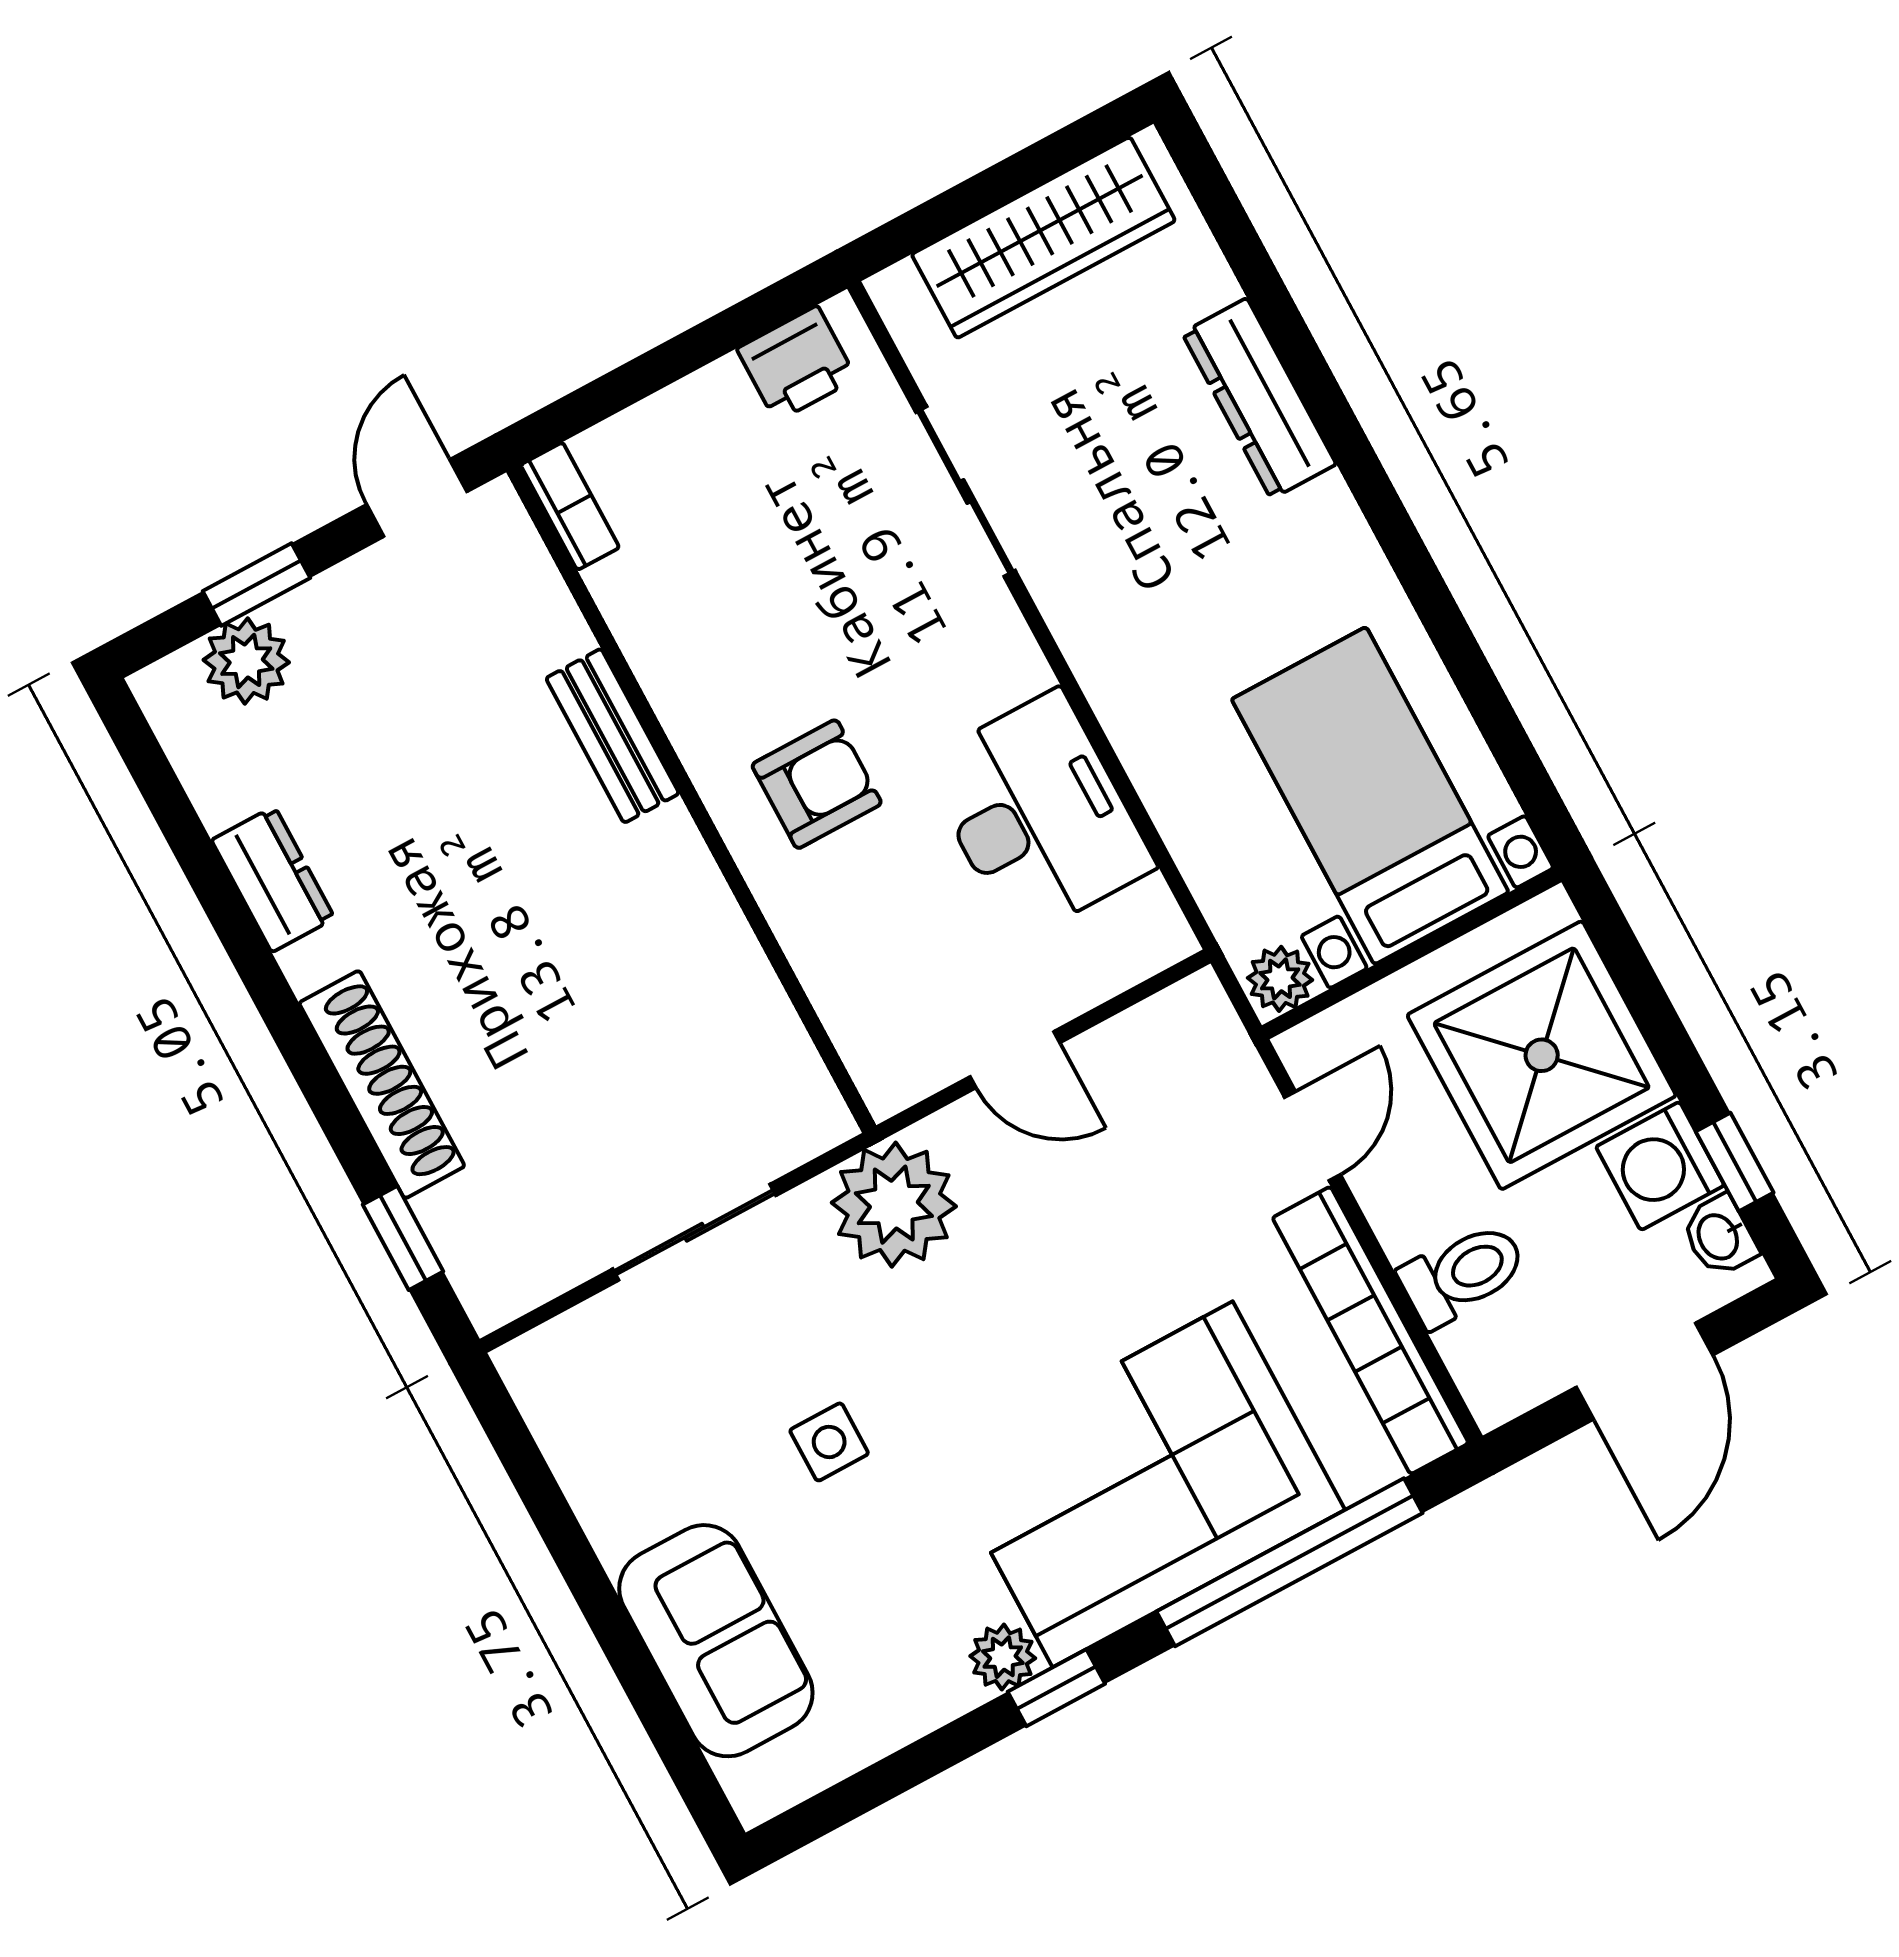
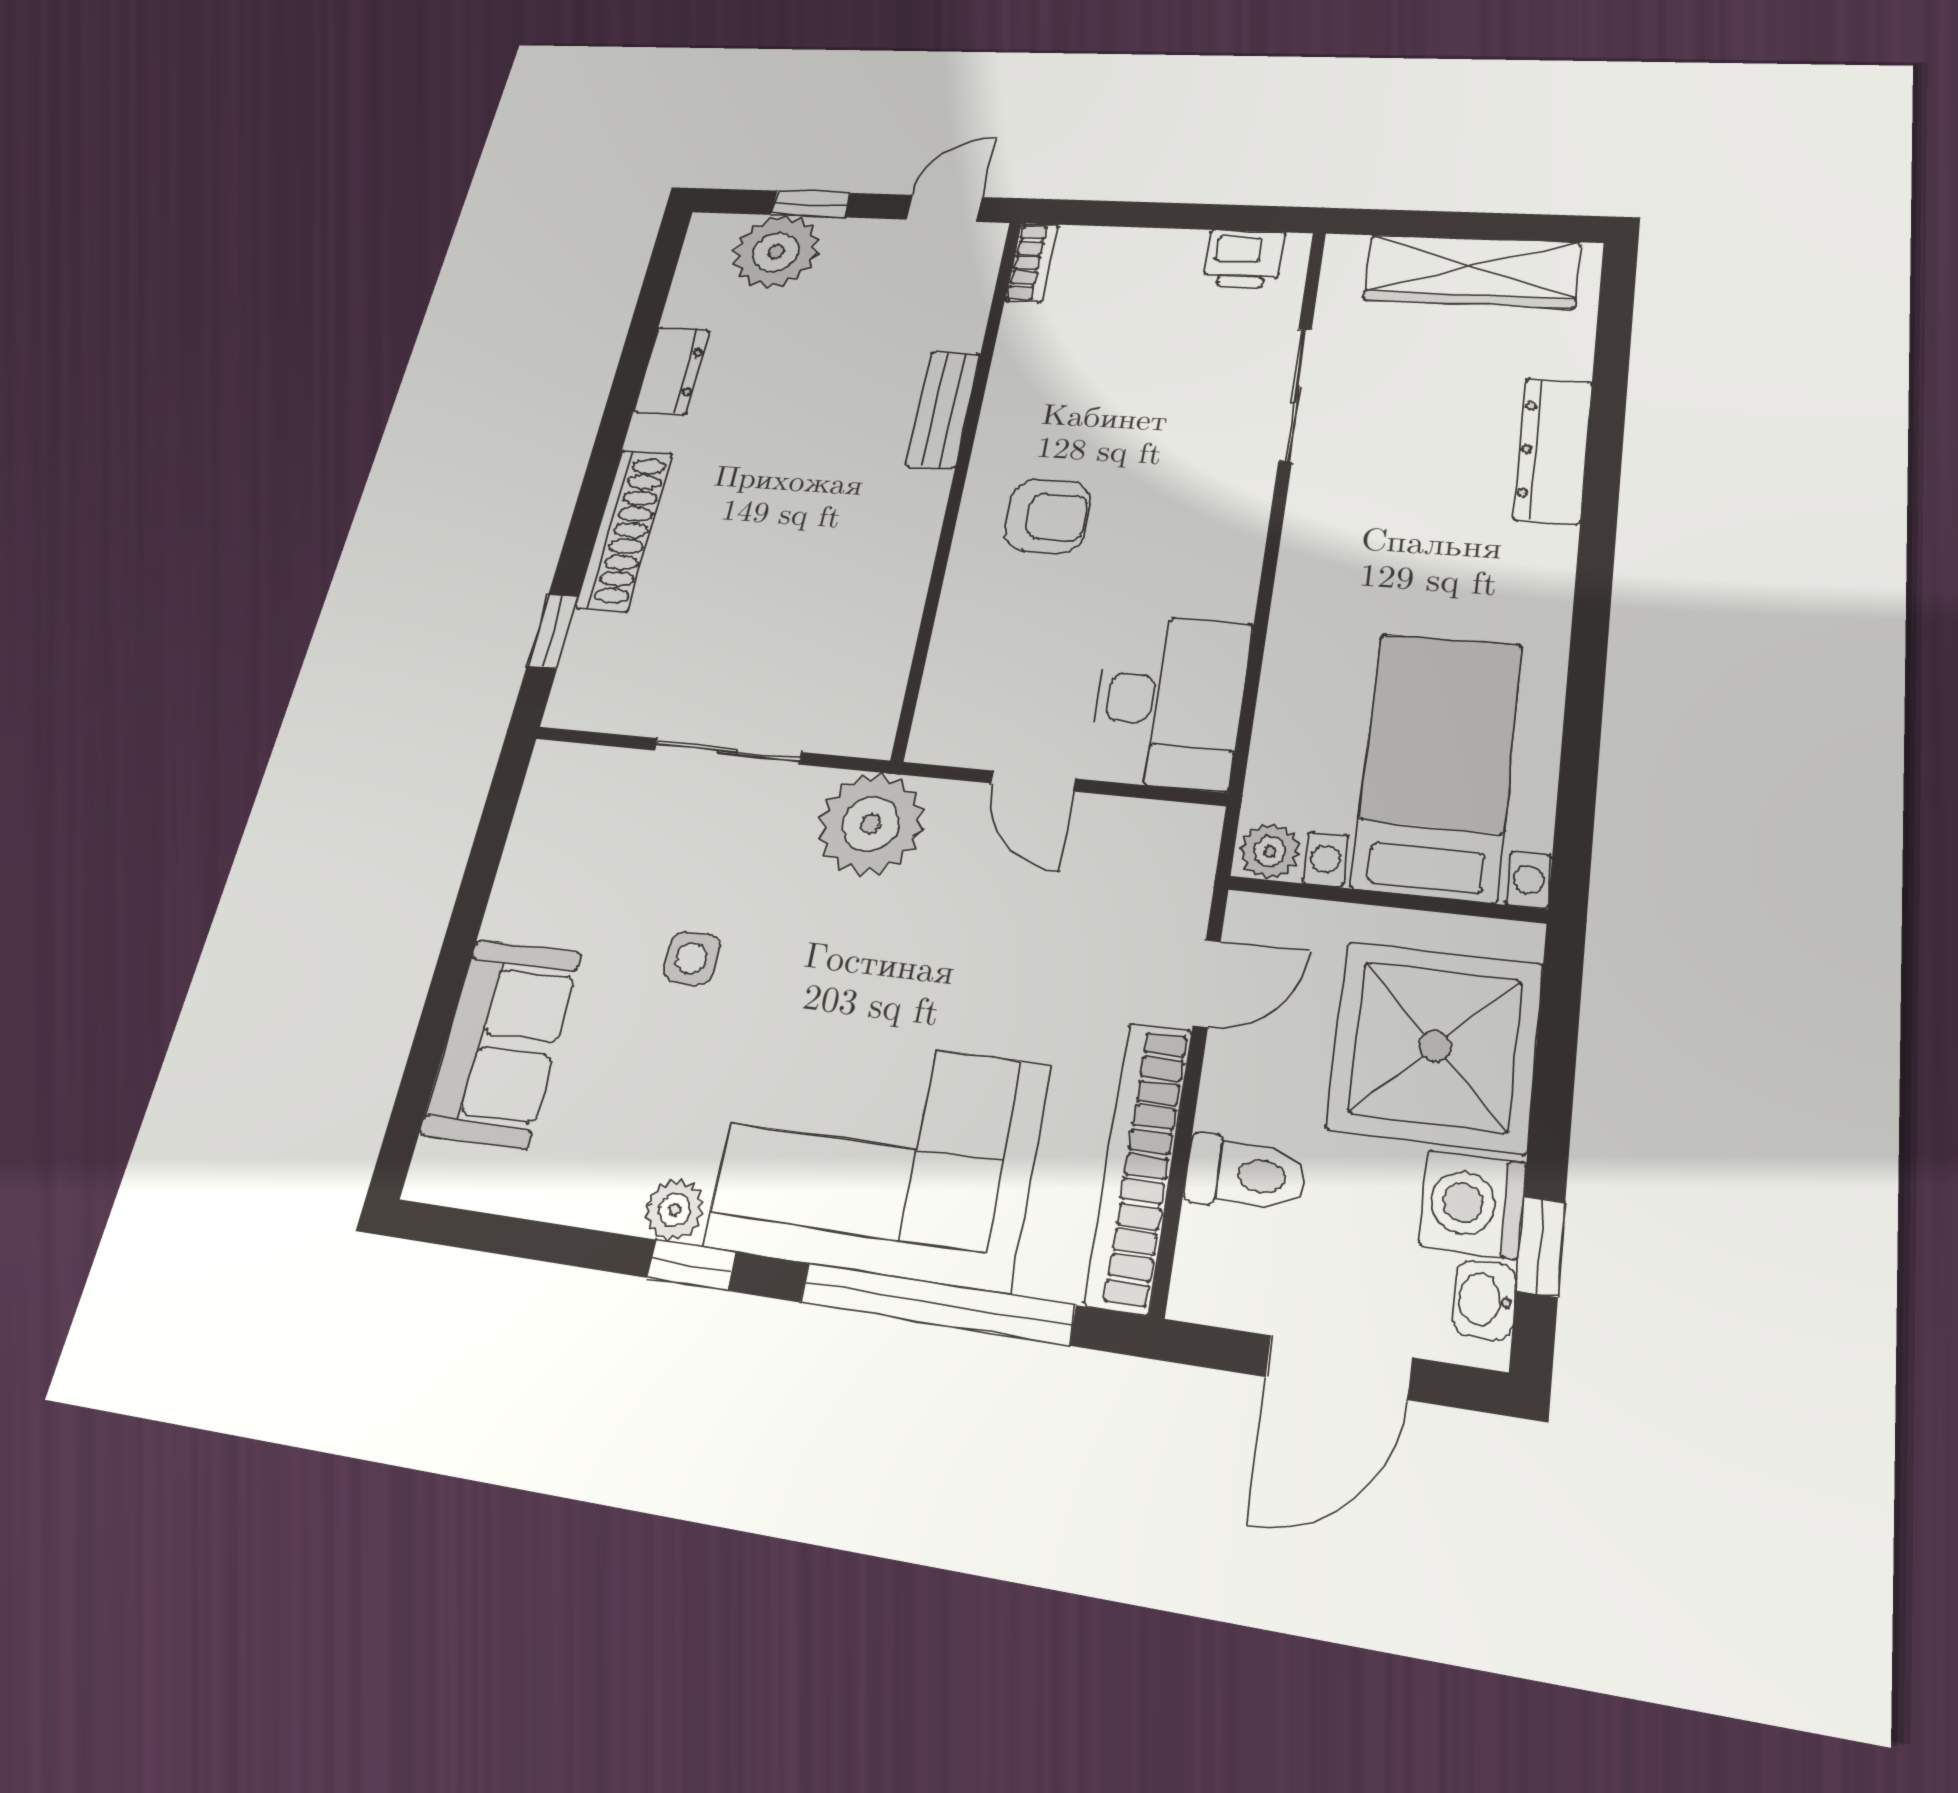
plant: (246, 661) -> (776, 252), width x1.36, depth x1.36
desk: (1038, 815) -> (1169, 701), moved

